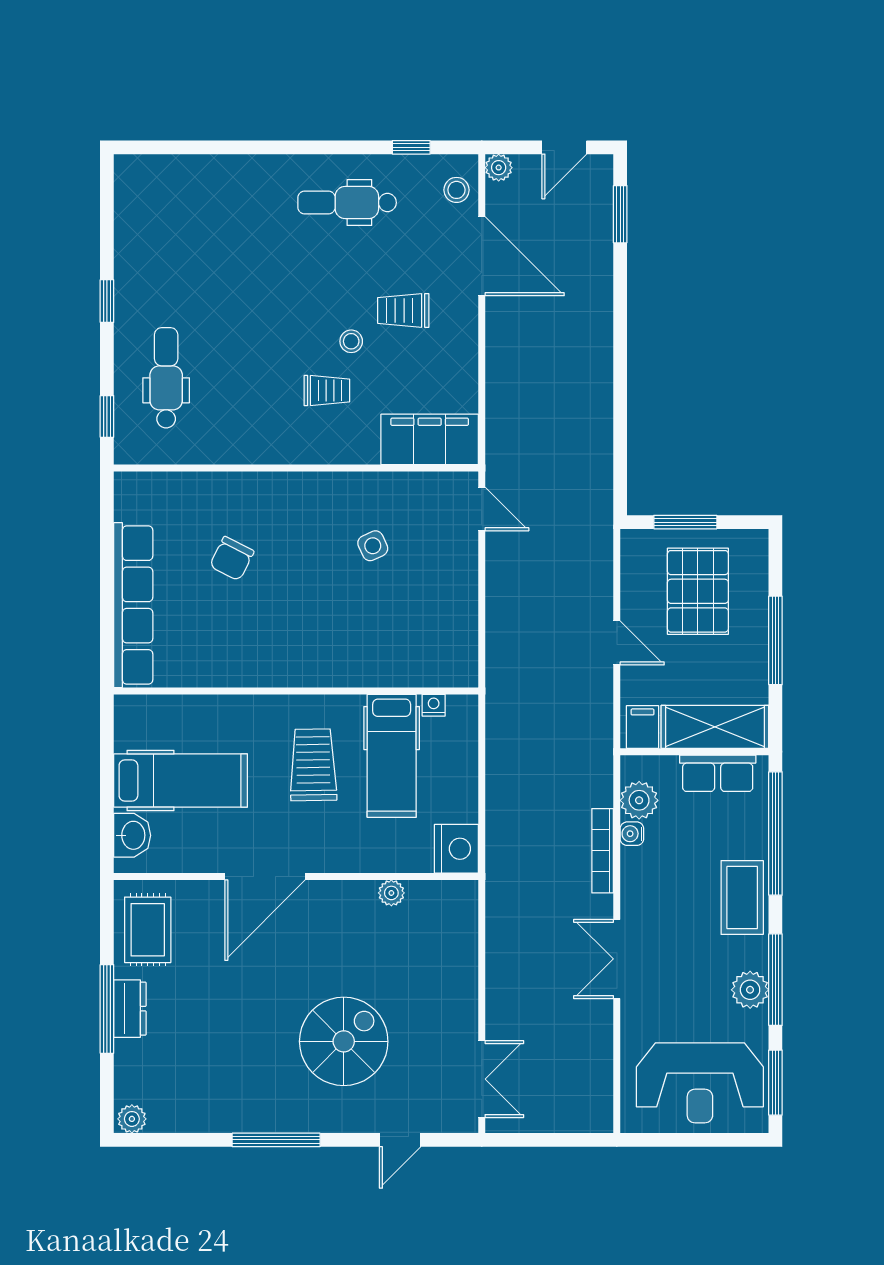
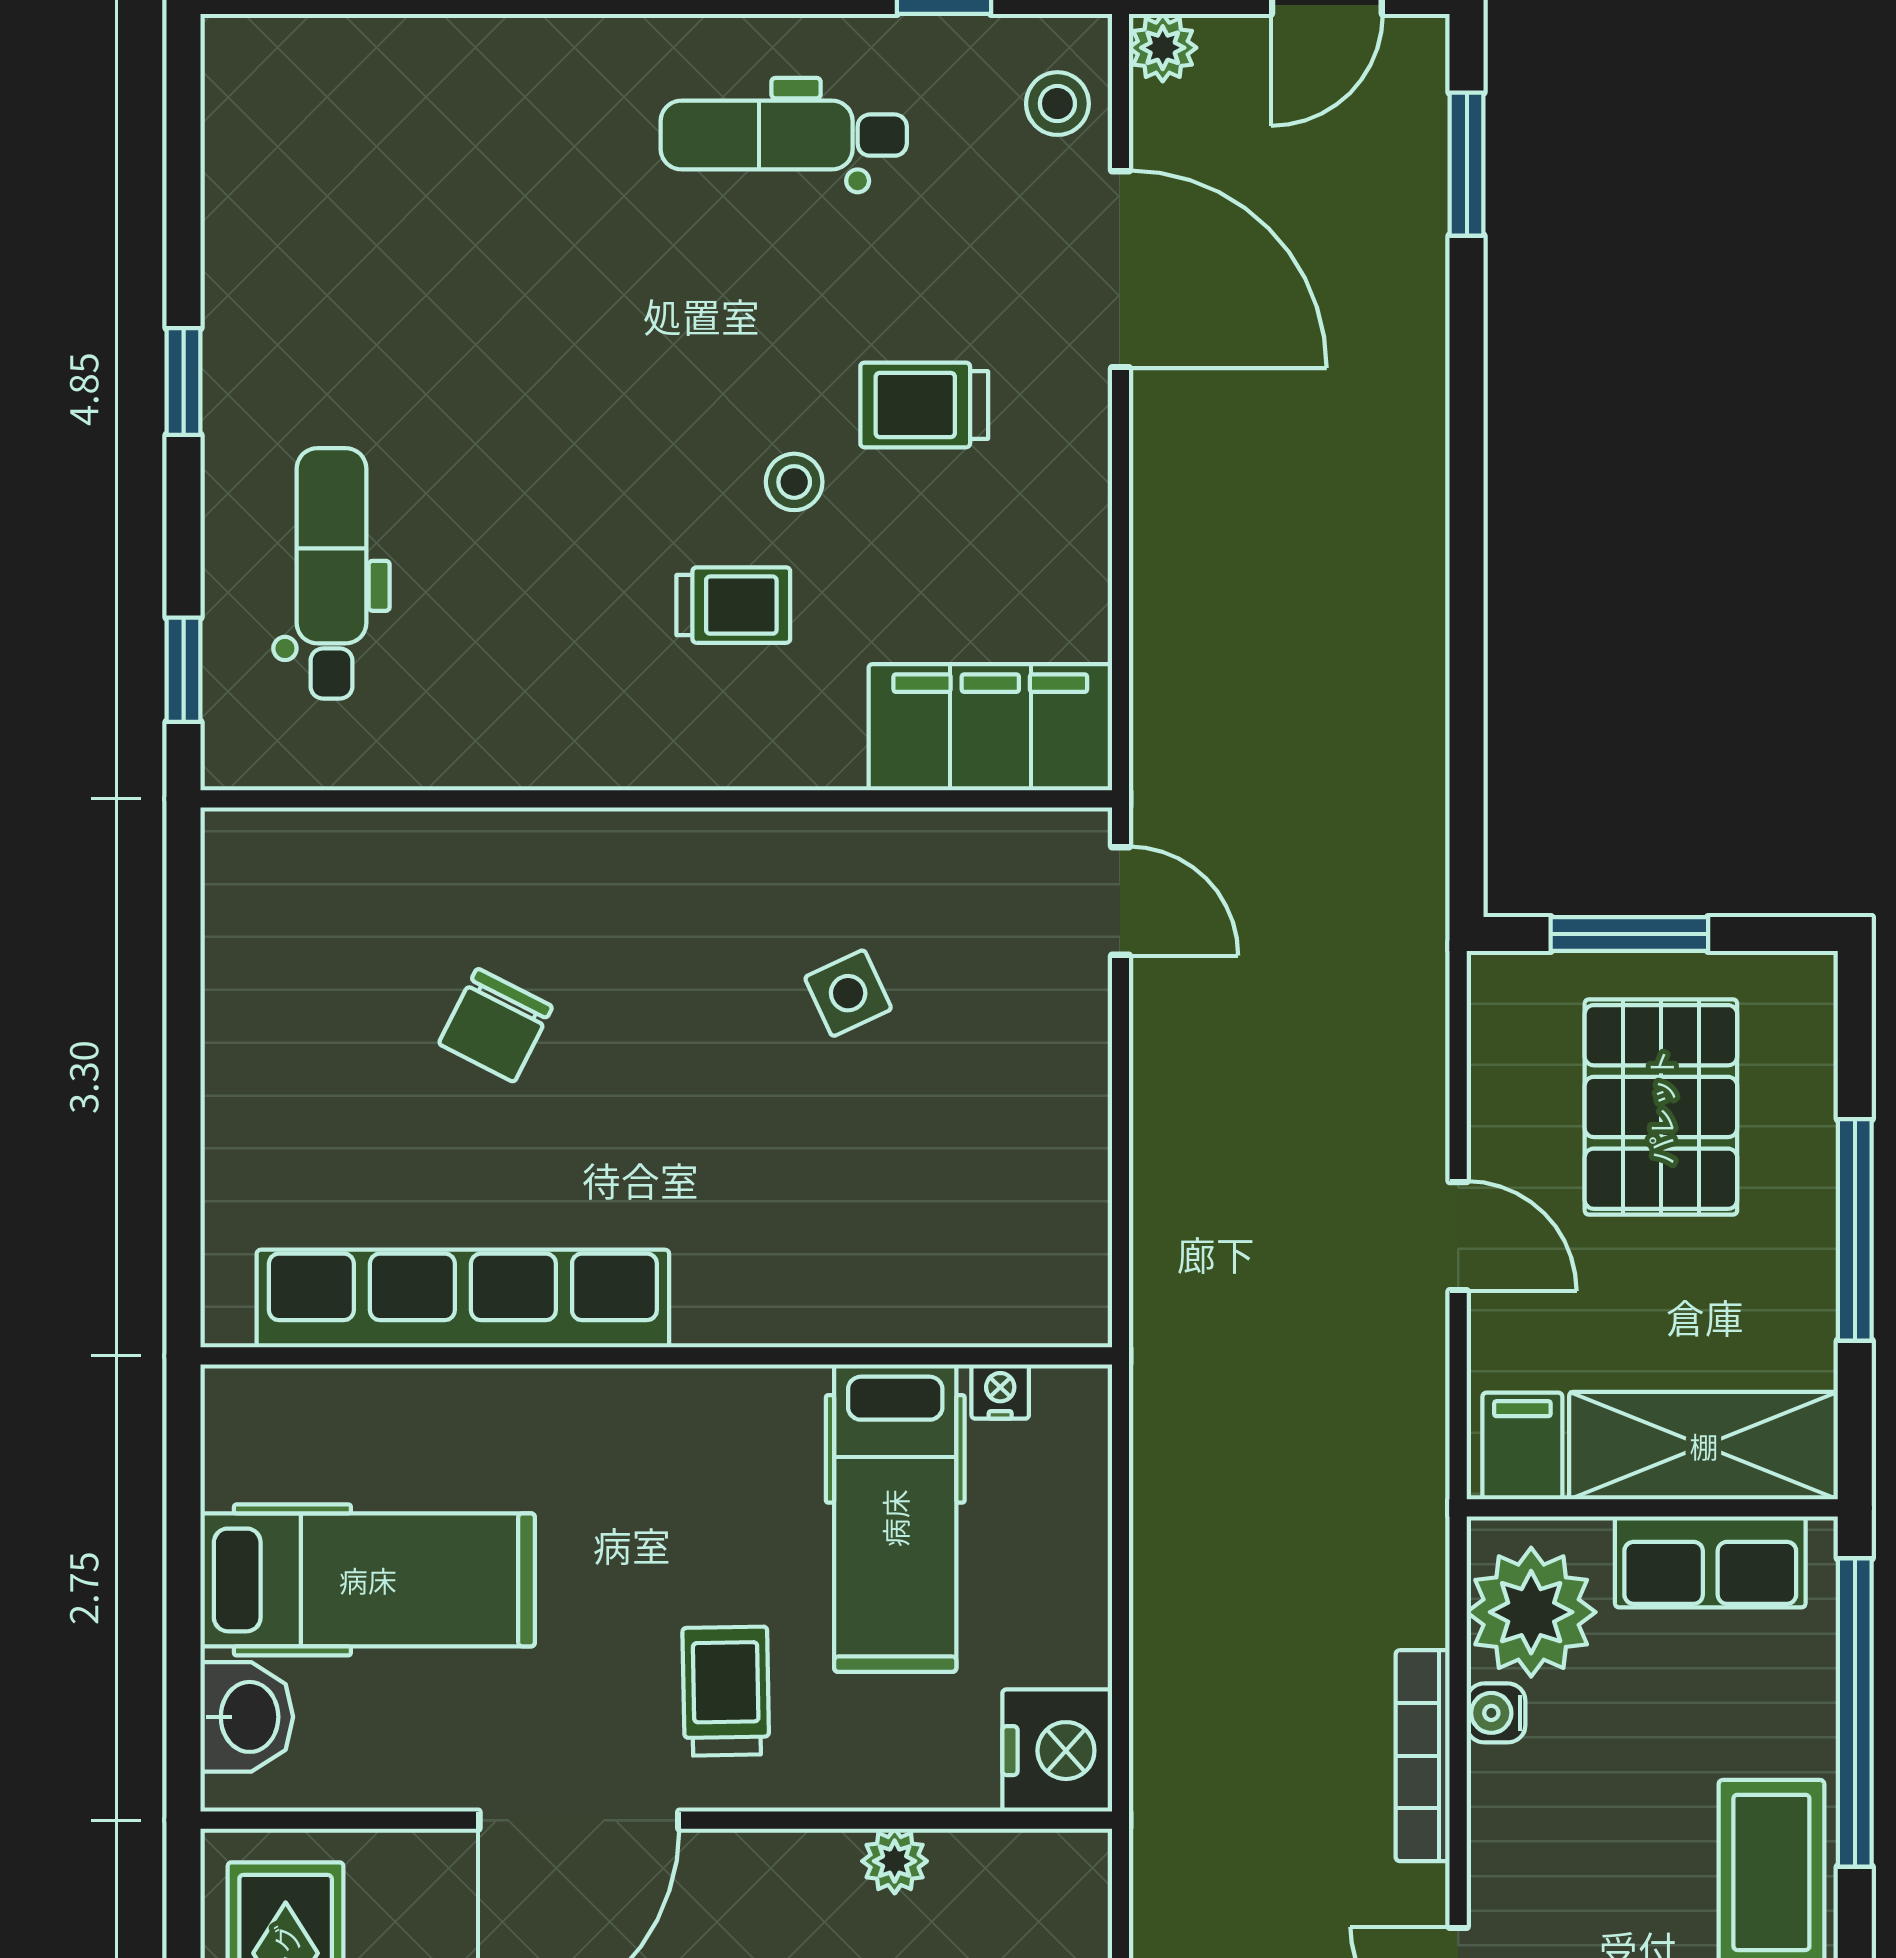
row of seats: (133, 605) -> (463, 1299), moved, turned -90
trolley: (313, 765) -> (726, 1691), moved, width x0.73, depth x0.72
plant: (639, 800) -> (1531, 1612), width x1.36, depth x1.36

